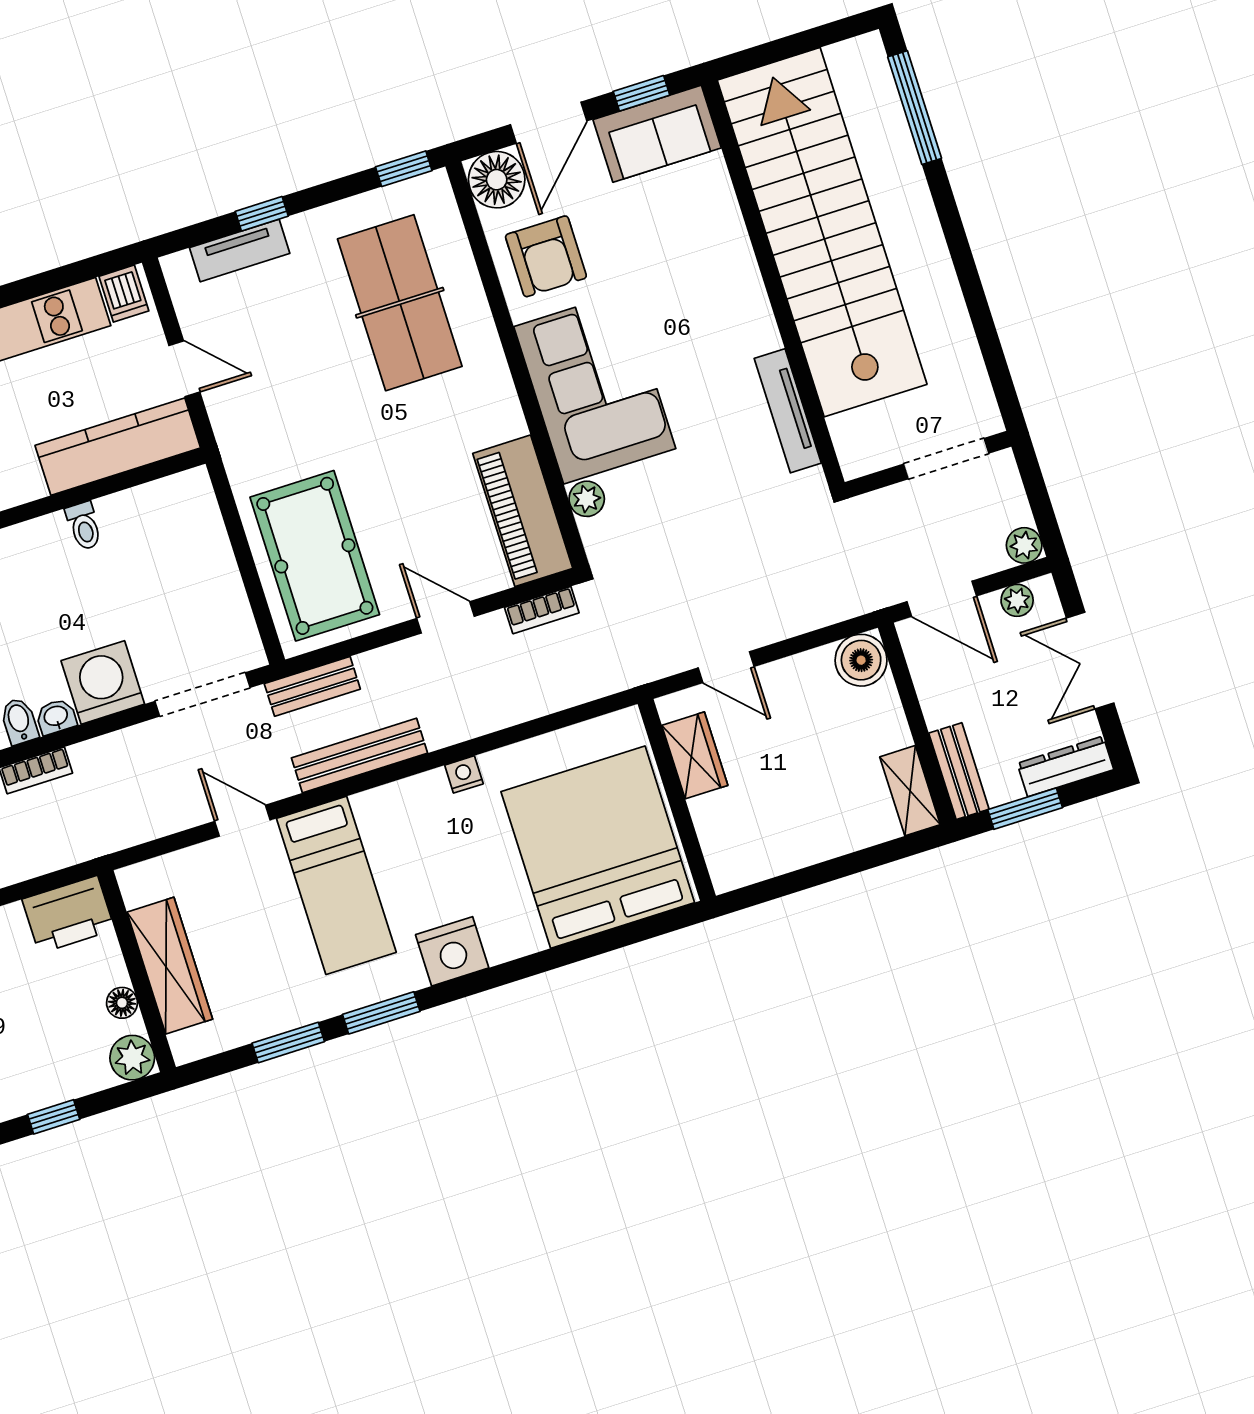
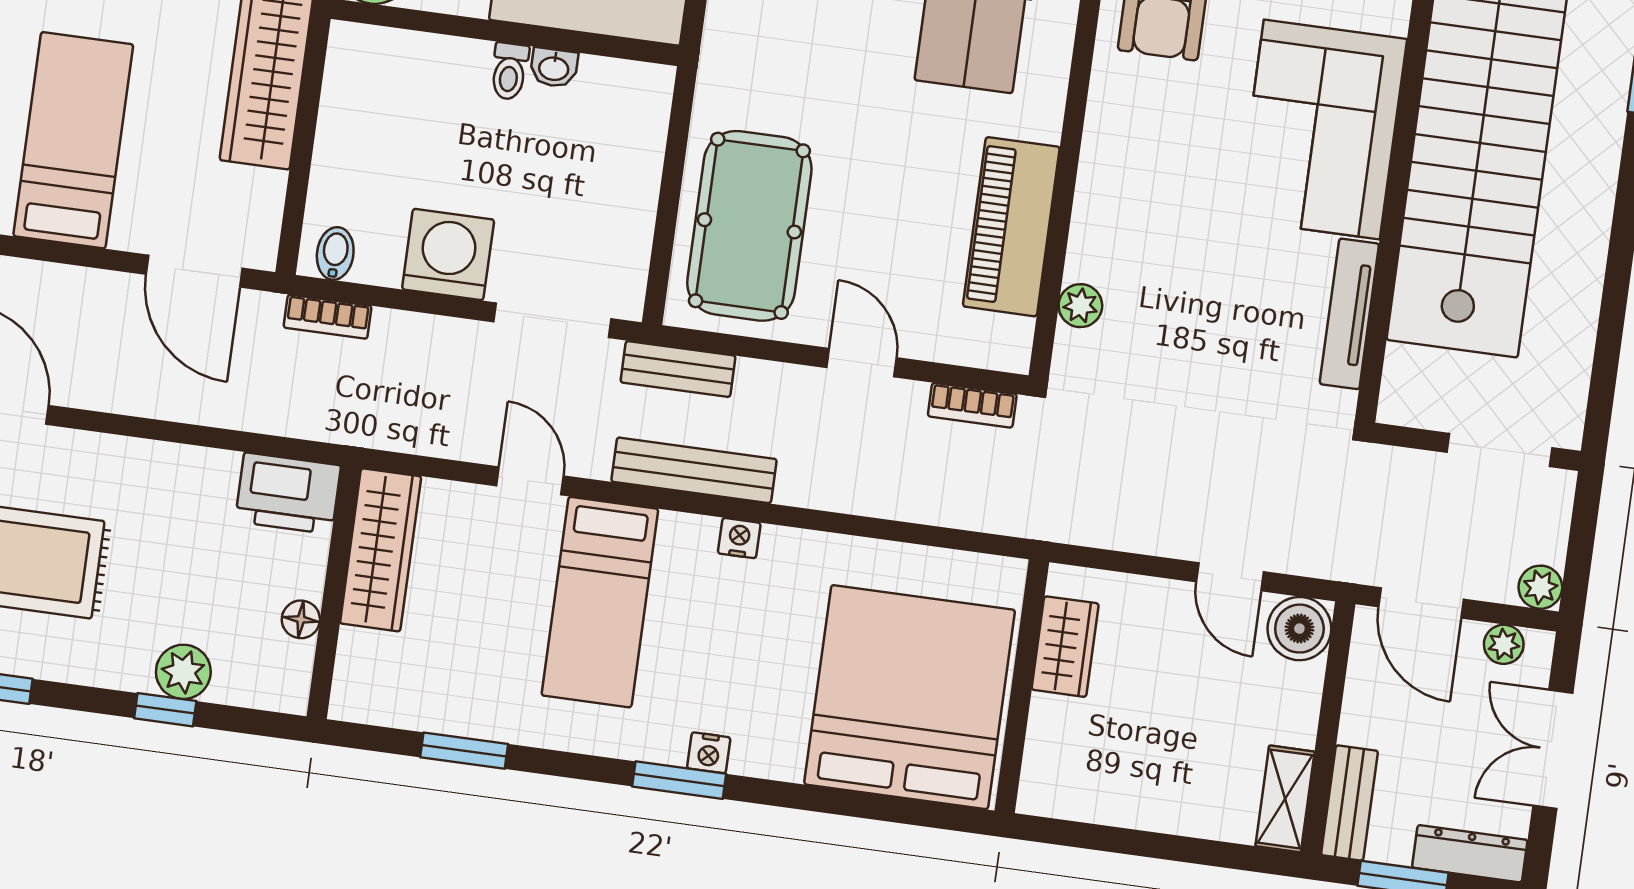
corner sofa: (595, 388) -> (1322, 129), moved, turned 180
piano: (523, 511) -> (1011, 227), moved
door: (726, 667) -> (1230, 577), moved
washbasin: (56, 717) -> (554, 68), moved, turned 180
nightstand: (464, 774) -> (739, 538), moved
nightstand: (452, 951) -> (709, 753), width x0.53, depth x0.56
wardrobe: (170, 966) -> (381, 550), moved
window: (381, 1013) -> (679, 780), moved
plant: (132, 1058) -> (183, 672), moved

